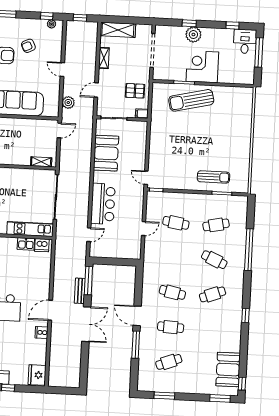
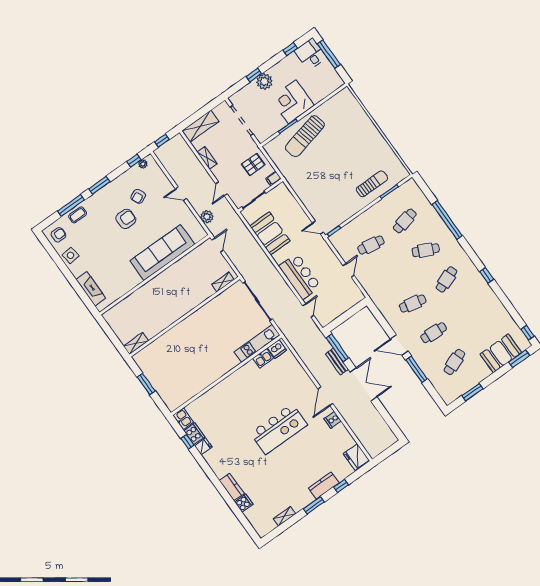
booth: (228, 370) -> (501, 353), moved, turned 90

